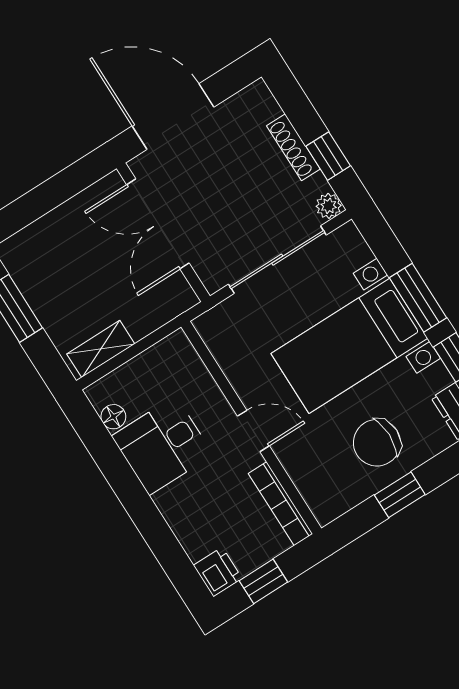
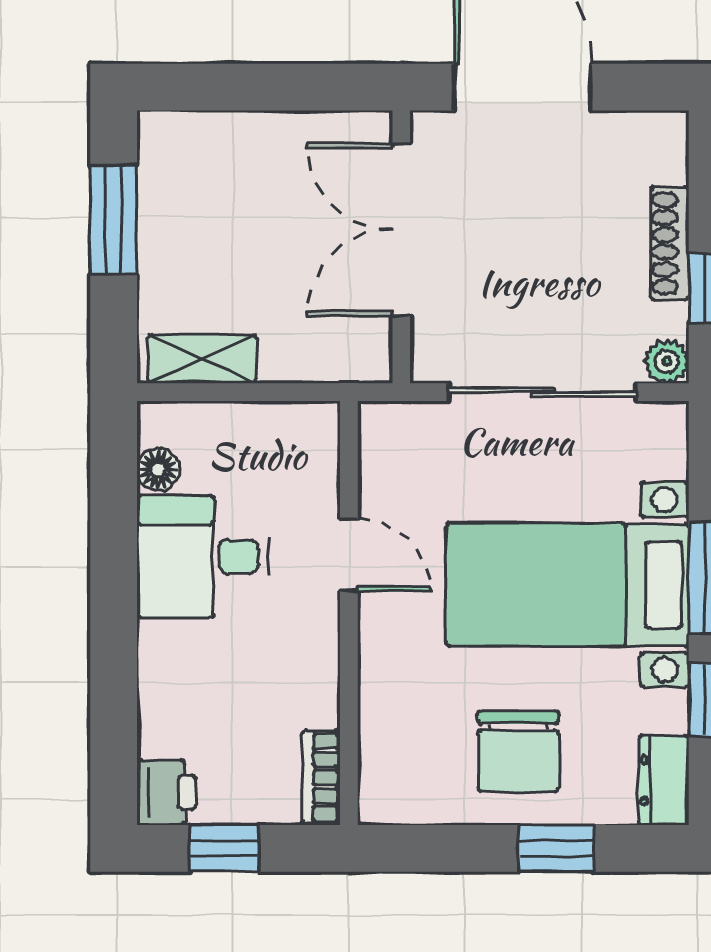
door: (253, 431) -> (349, 555), moved
chair: (377, 443) -> (518, 751), turned -90
window: (400, 495) -> (556, 848), moved
bookcase: (281, 504) -> (321, 778), width x0.64

